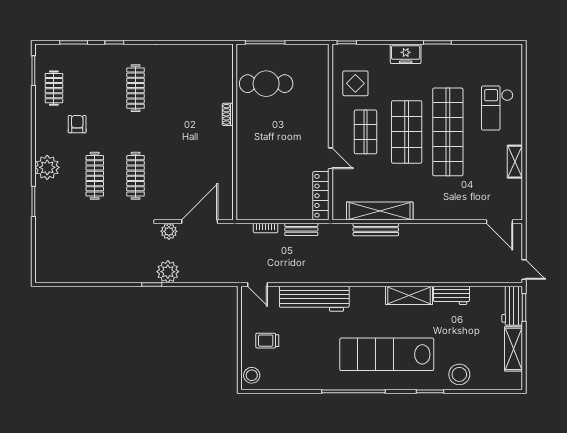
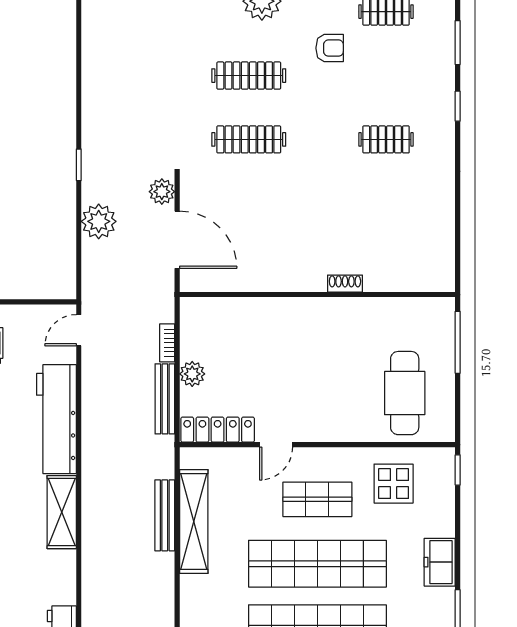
cafe table: (266, 84) -> (405, 393), moved
clothes rail: (136, 88) -> (386, 139), width x0.73
shop shelf: (407, 132) -> (317, 564), width x1.40
plant: (285, 212) -> (192, 374), added
bench: (301, 229) -> (165, 399), width x1.36
plant: (168, 272) -> (99, 221), moved
shelving: (409, 295) -> (62, 512), moved

